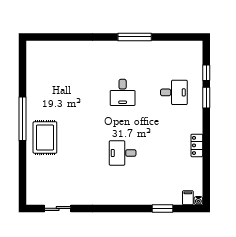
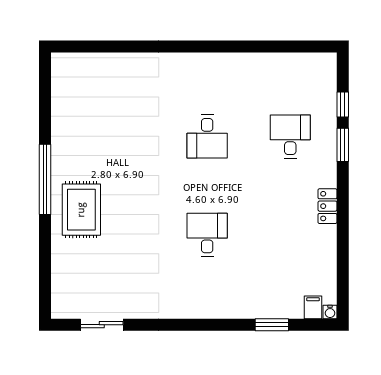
window: (135, 37) -> (227, 47), removed
desk: (174, 92) -> (290, 137), turned -90
locker: (197, 145) -> (327, 206), moved
desk: (123, 153) -> (207, 235), turned 90

